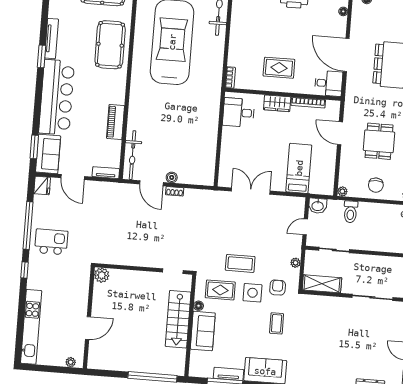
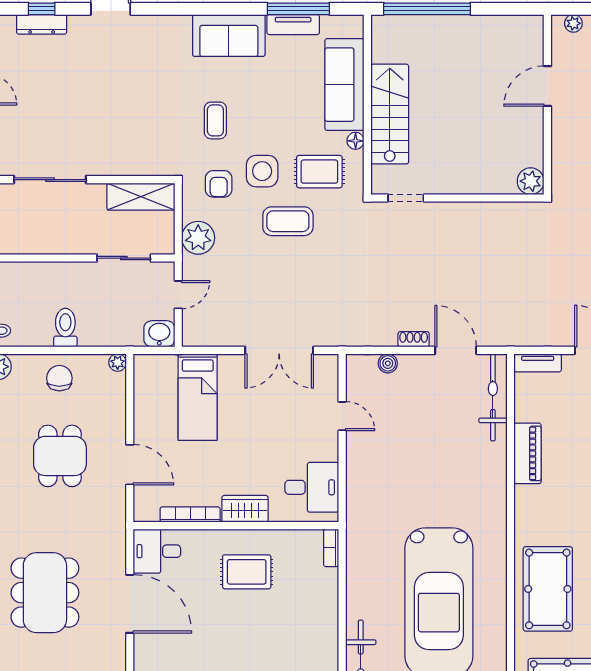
door: (218, 151) -> (342, 416), added
boiler: (172, 177) -> (388, 363), moved
toilet: (351, 212) -> (65, 328), moved
plant: (295, 263) -> (198, 238), width x1.88, depth x1.88
sofa: (203, 331) -> (344, 85), width x1.36

